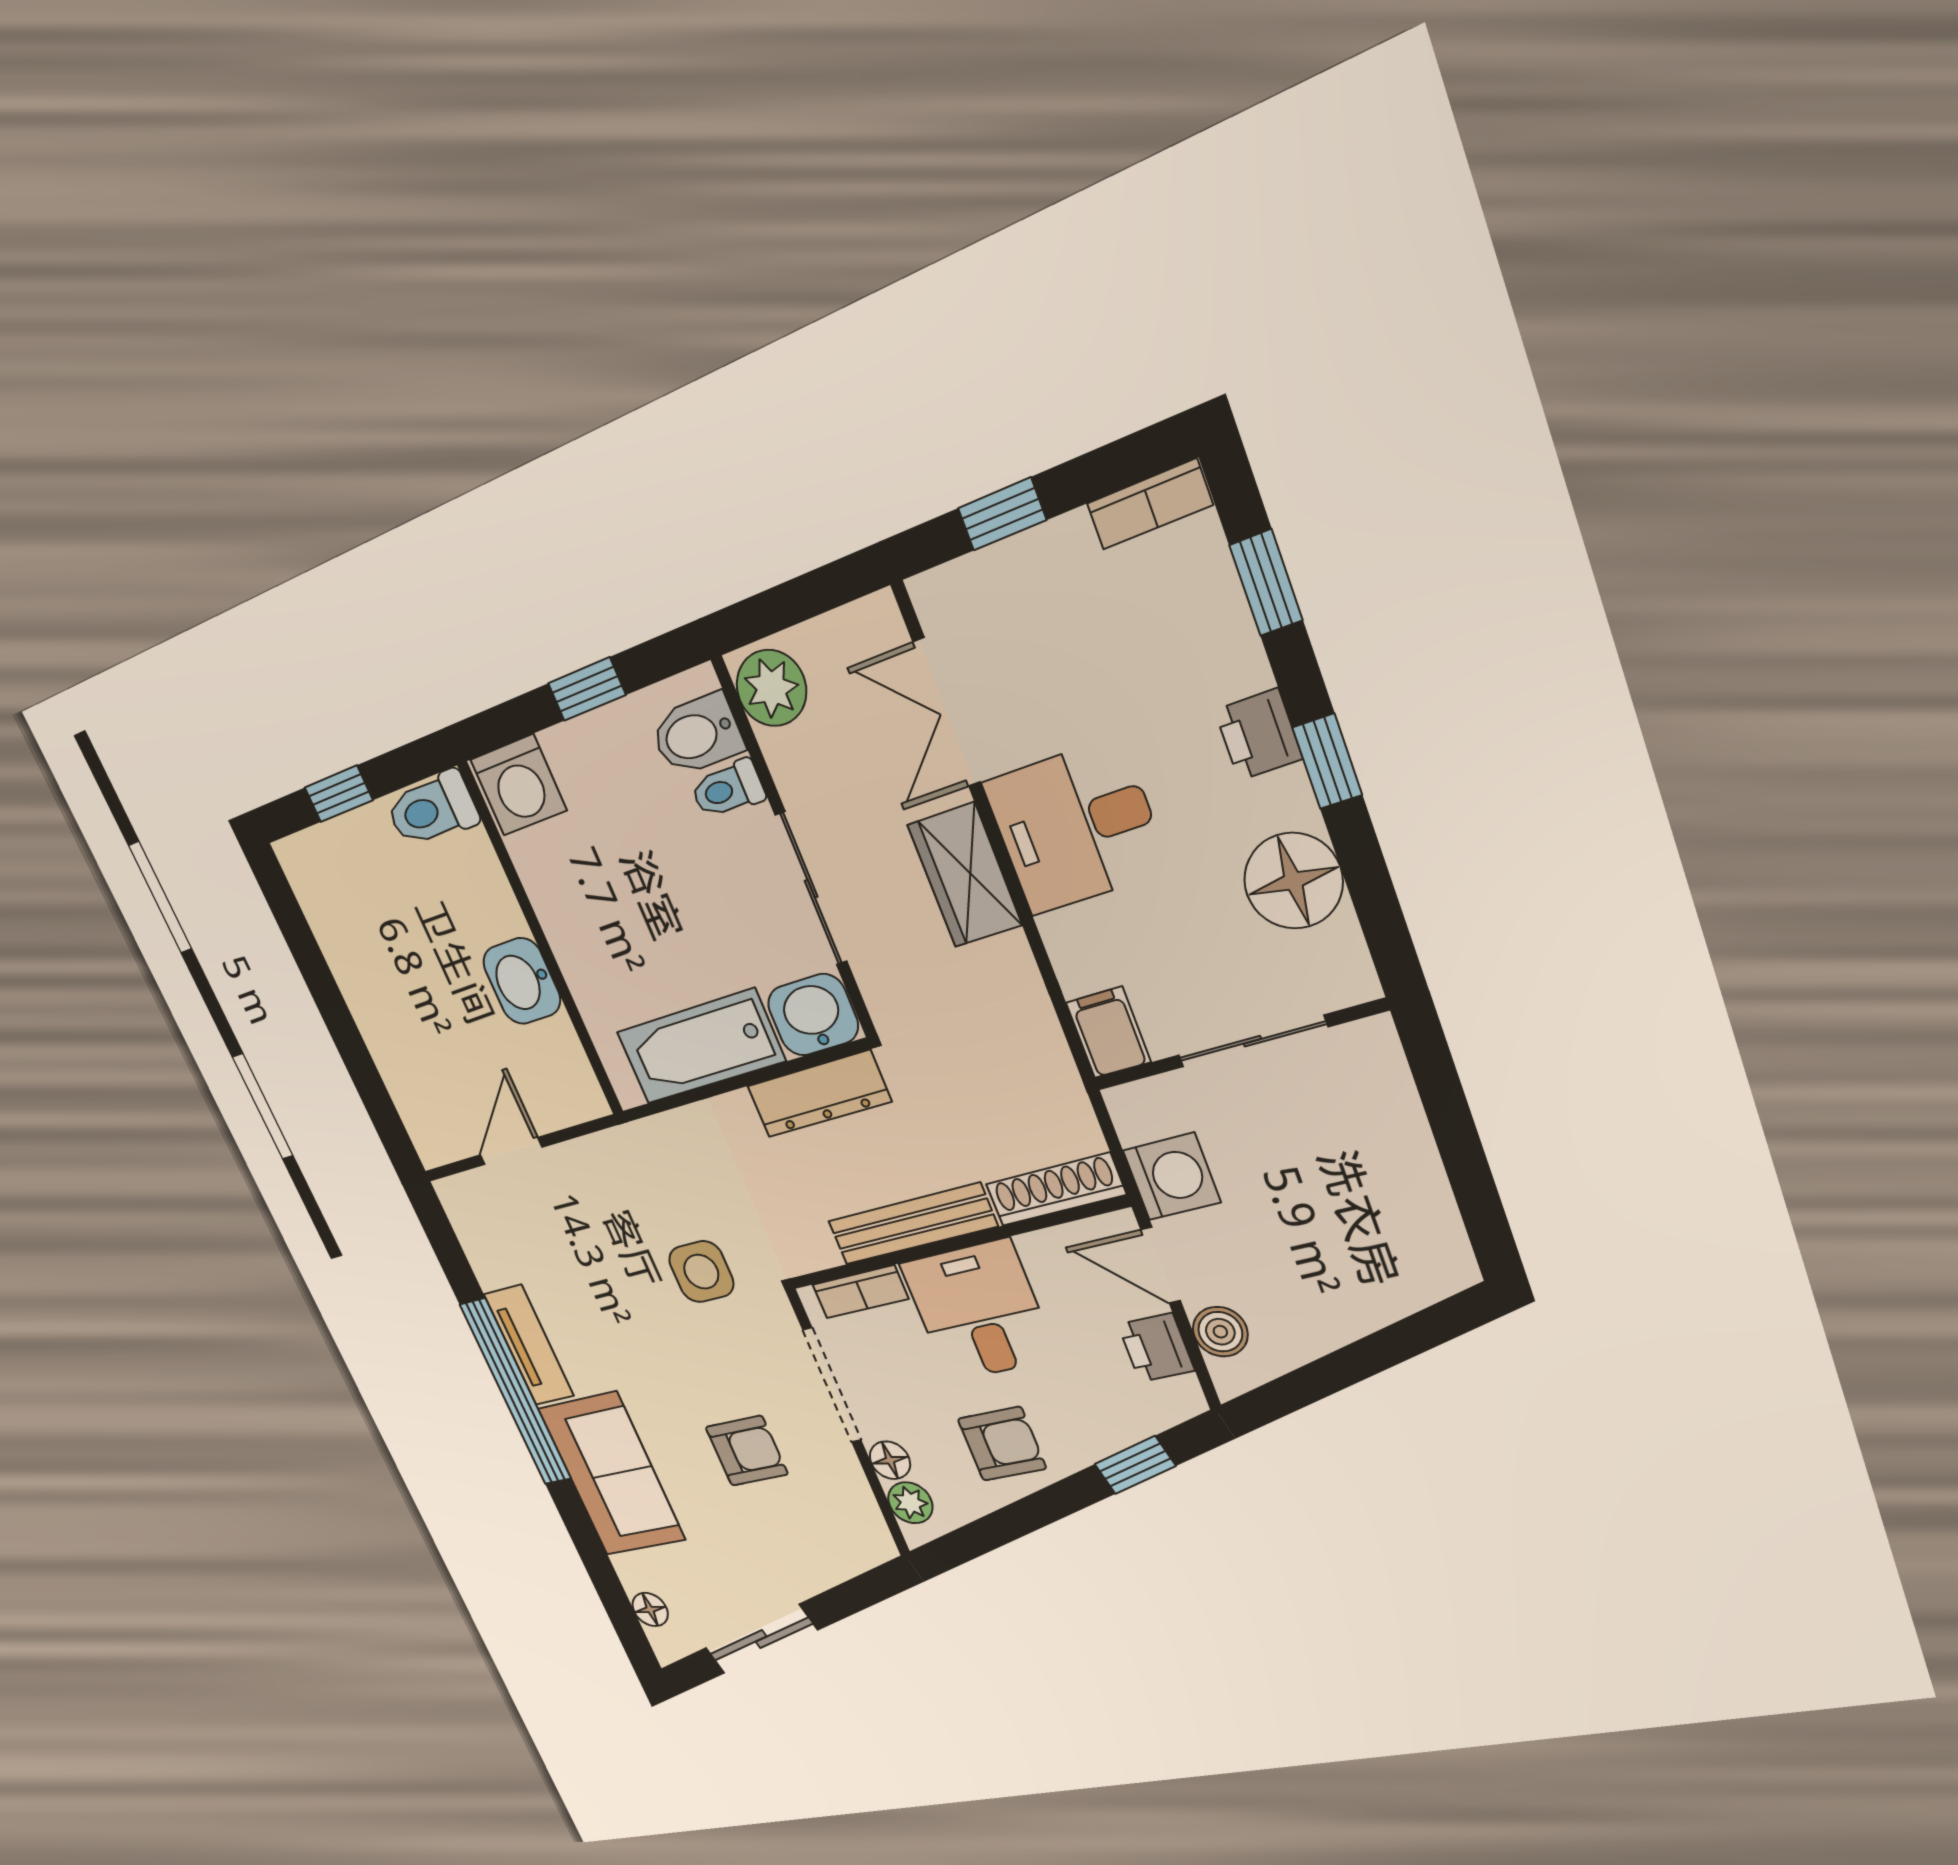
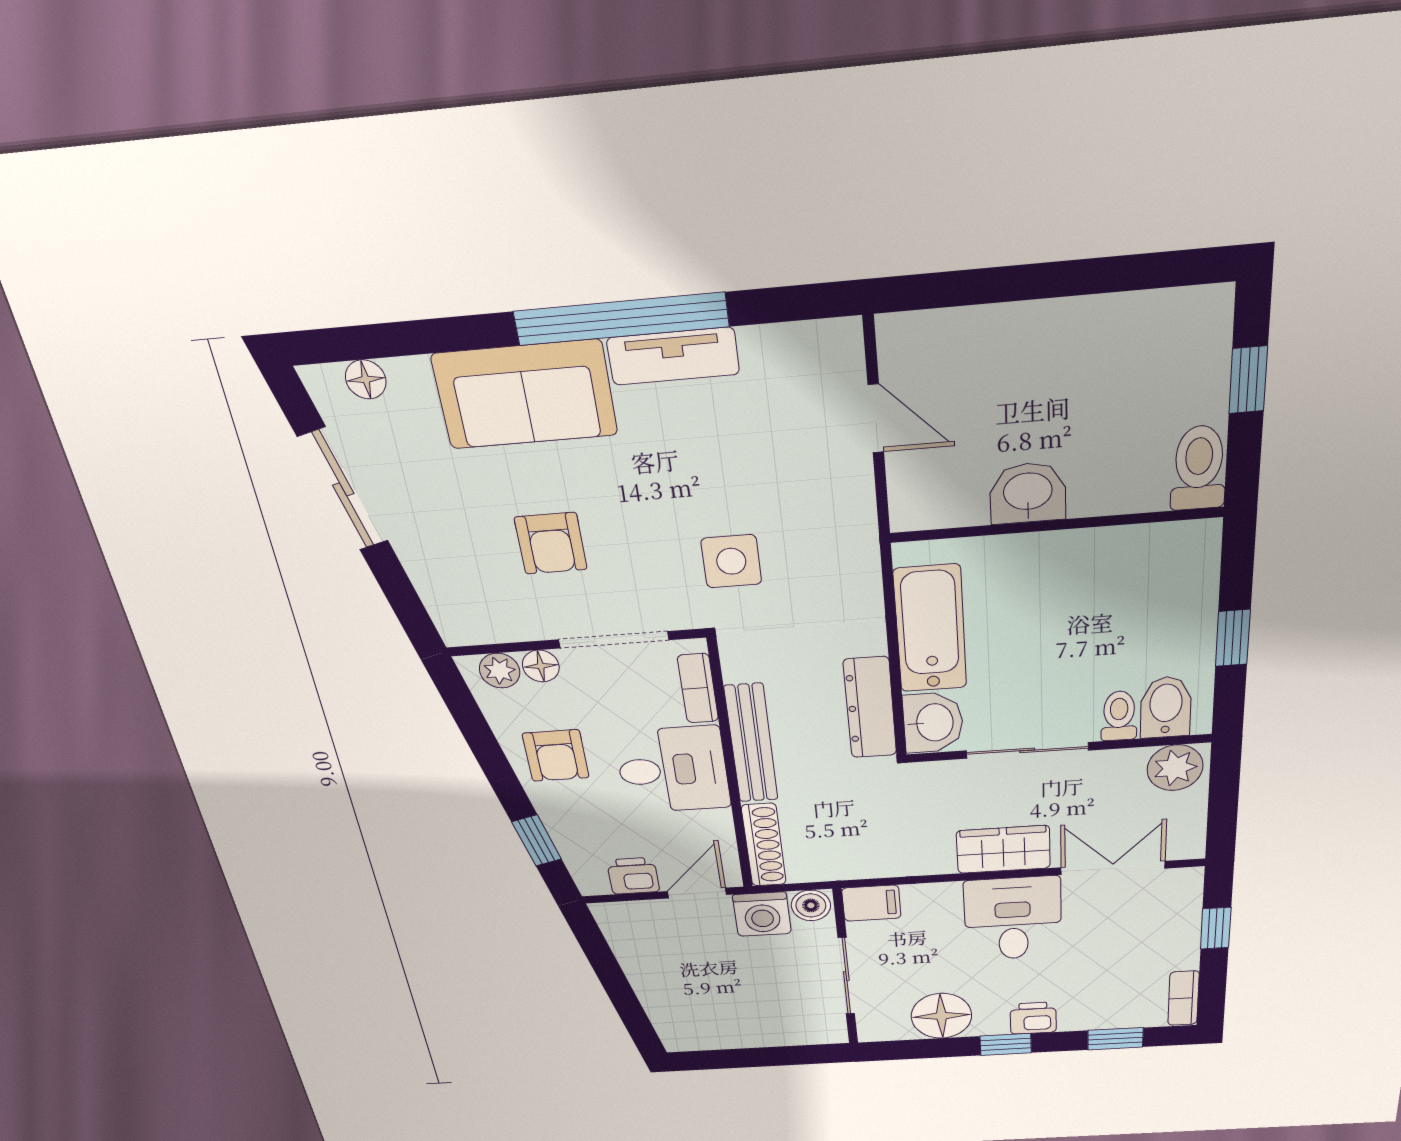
washing machine: (519, 785) -> (1187, 555), removed
boiler: (1220, 1332) -> (811, 905), moved

